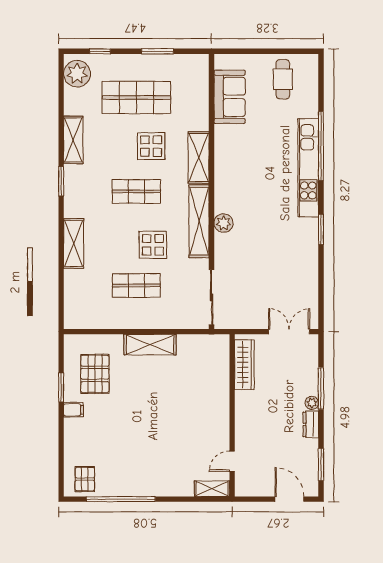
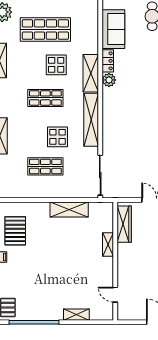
locker: (222, 140) -> (108, 61), added
plant: (224, 223) -> (109, 80), moved
shelving: (150, 345) -> (69, 210), moved
shelving: (222, 392) -> (108, 244), added
door: (232, 461) -> (115, 295), hinge flipped
shelving: (212, 489) -> (76, 315), moved

